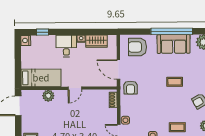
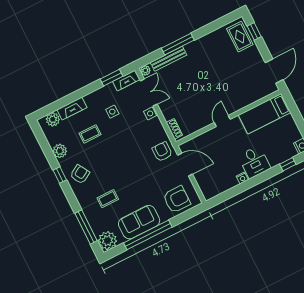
wardrobe: (97, 41) -> (224, 184), removed
coffee table: (175, 82) -> (108, 199), moved
plant: (48, 96) -> (247, 98), removed

